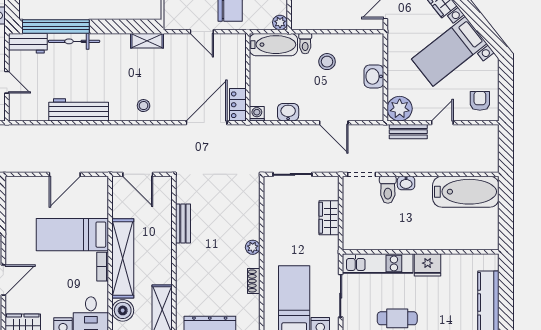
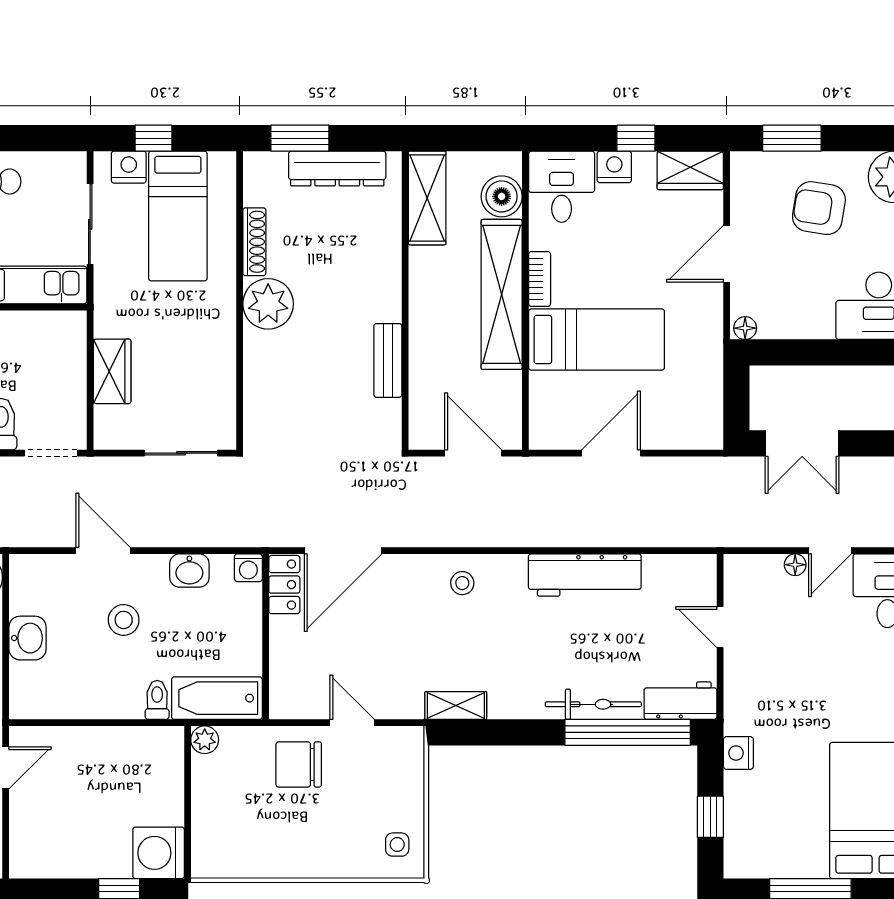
stool: (327, 62) -> (124, 620), moved
plant: (253, 247) -> (268, 304), width x1.87, depth x1.87
shoe rack: (254, 281) -> (254, 242), width x1.43

